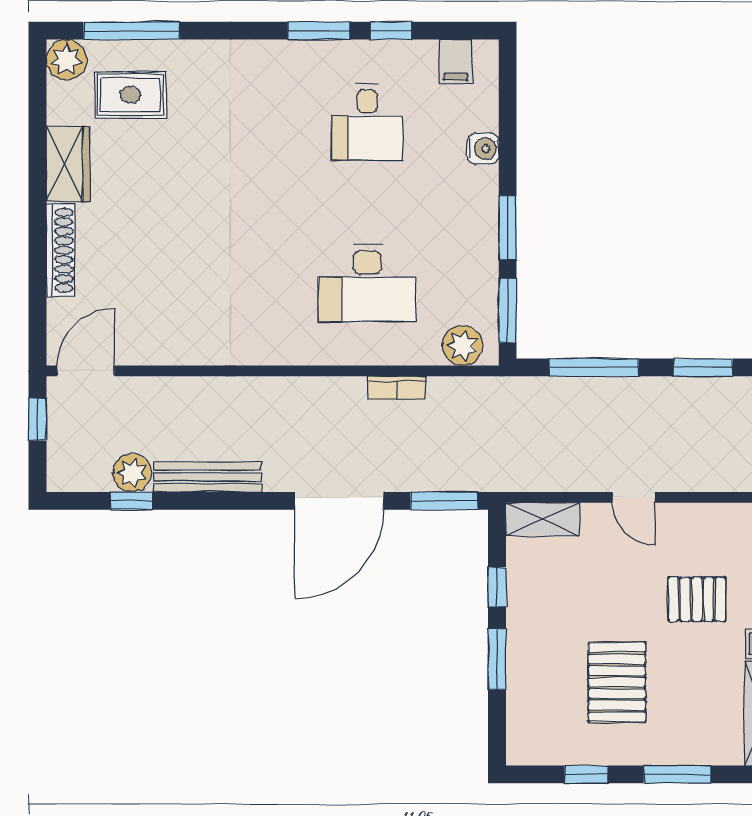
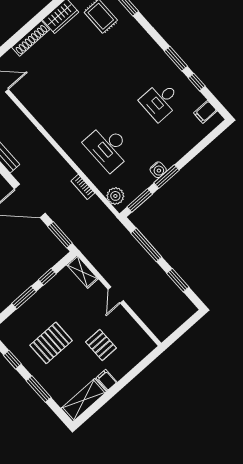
water cooler: (483, 149) -> (158, 170), moved

